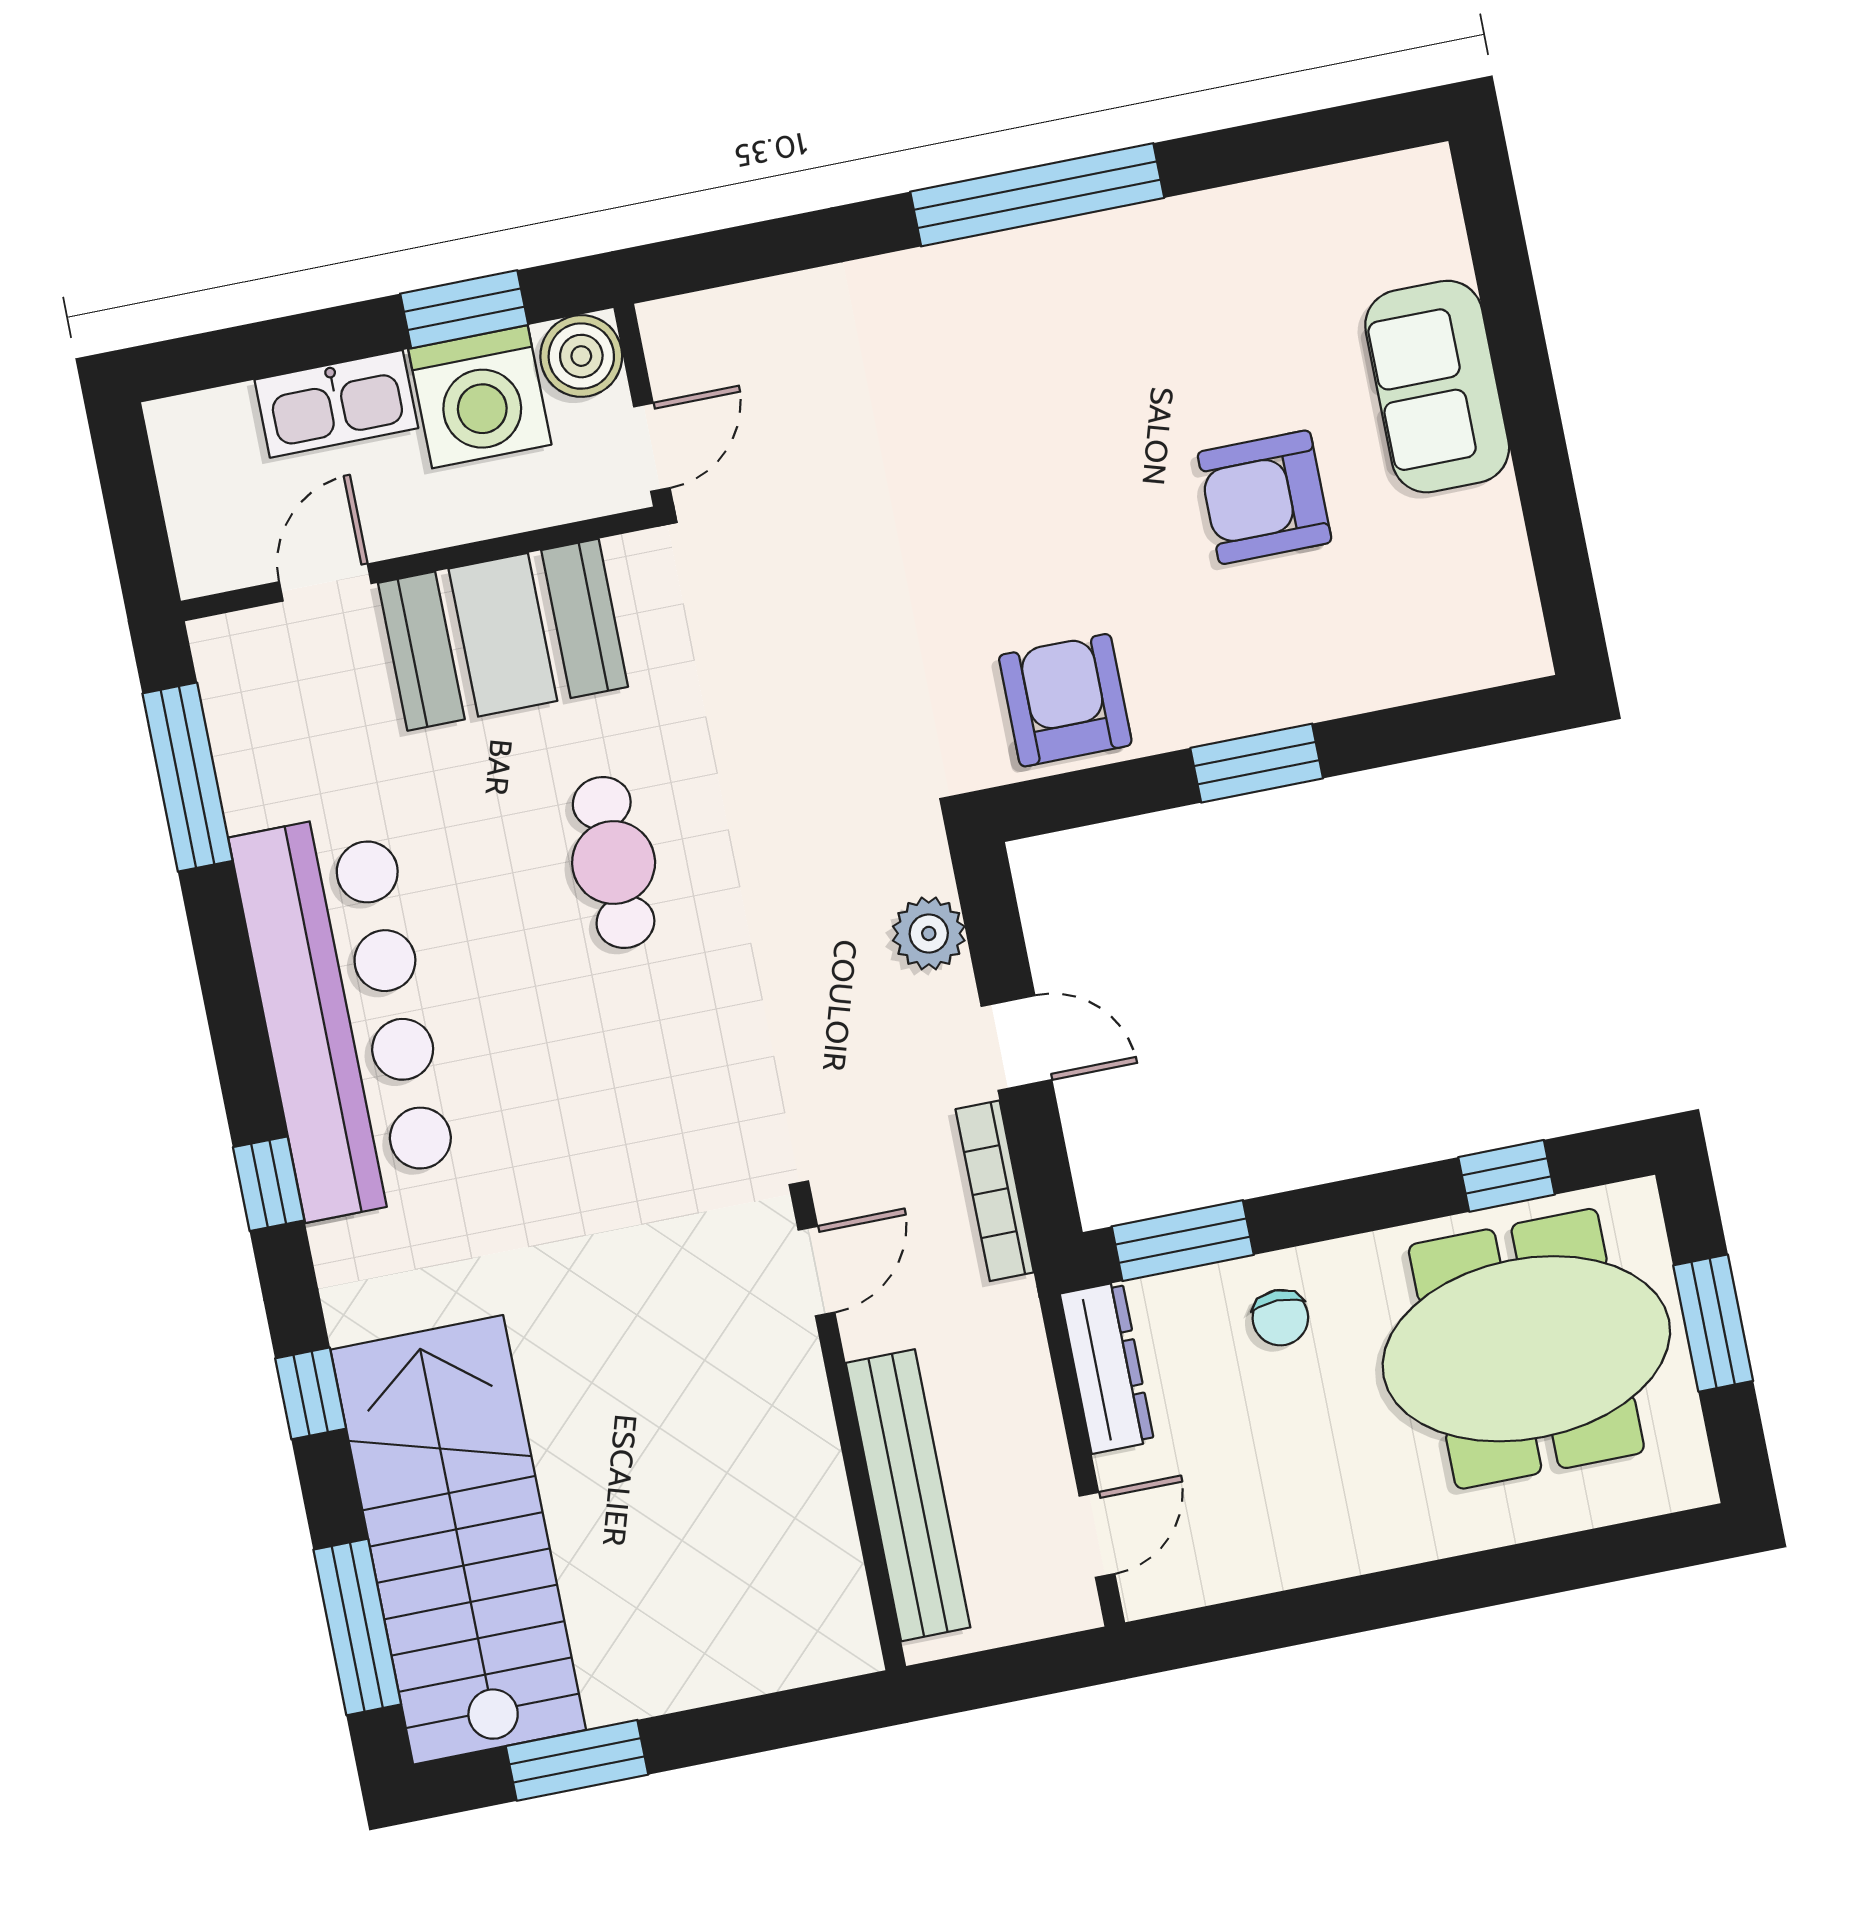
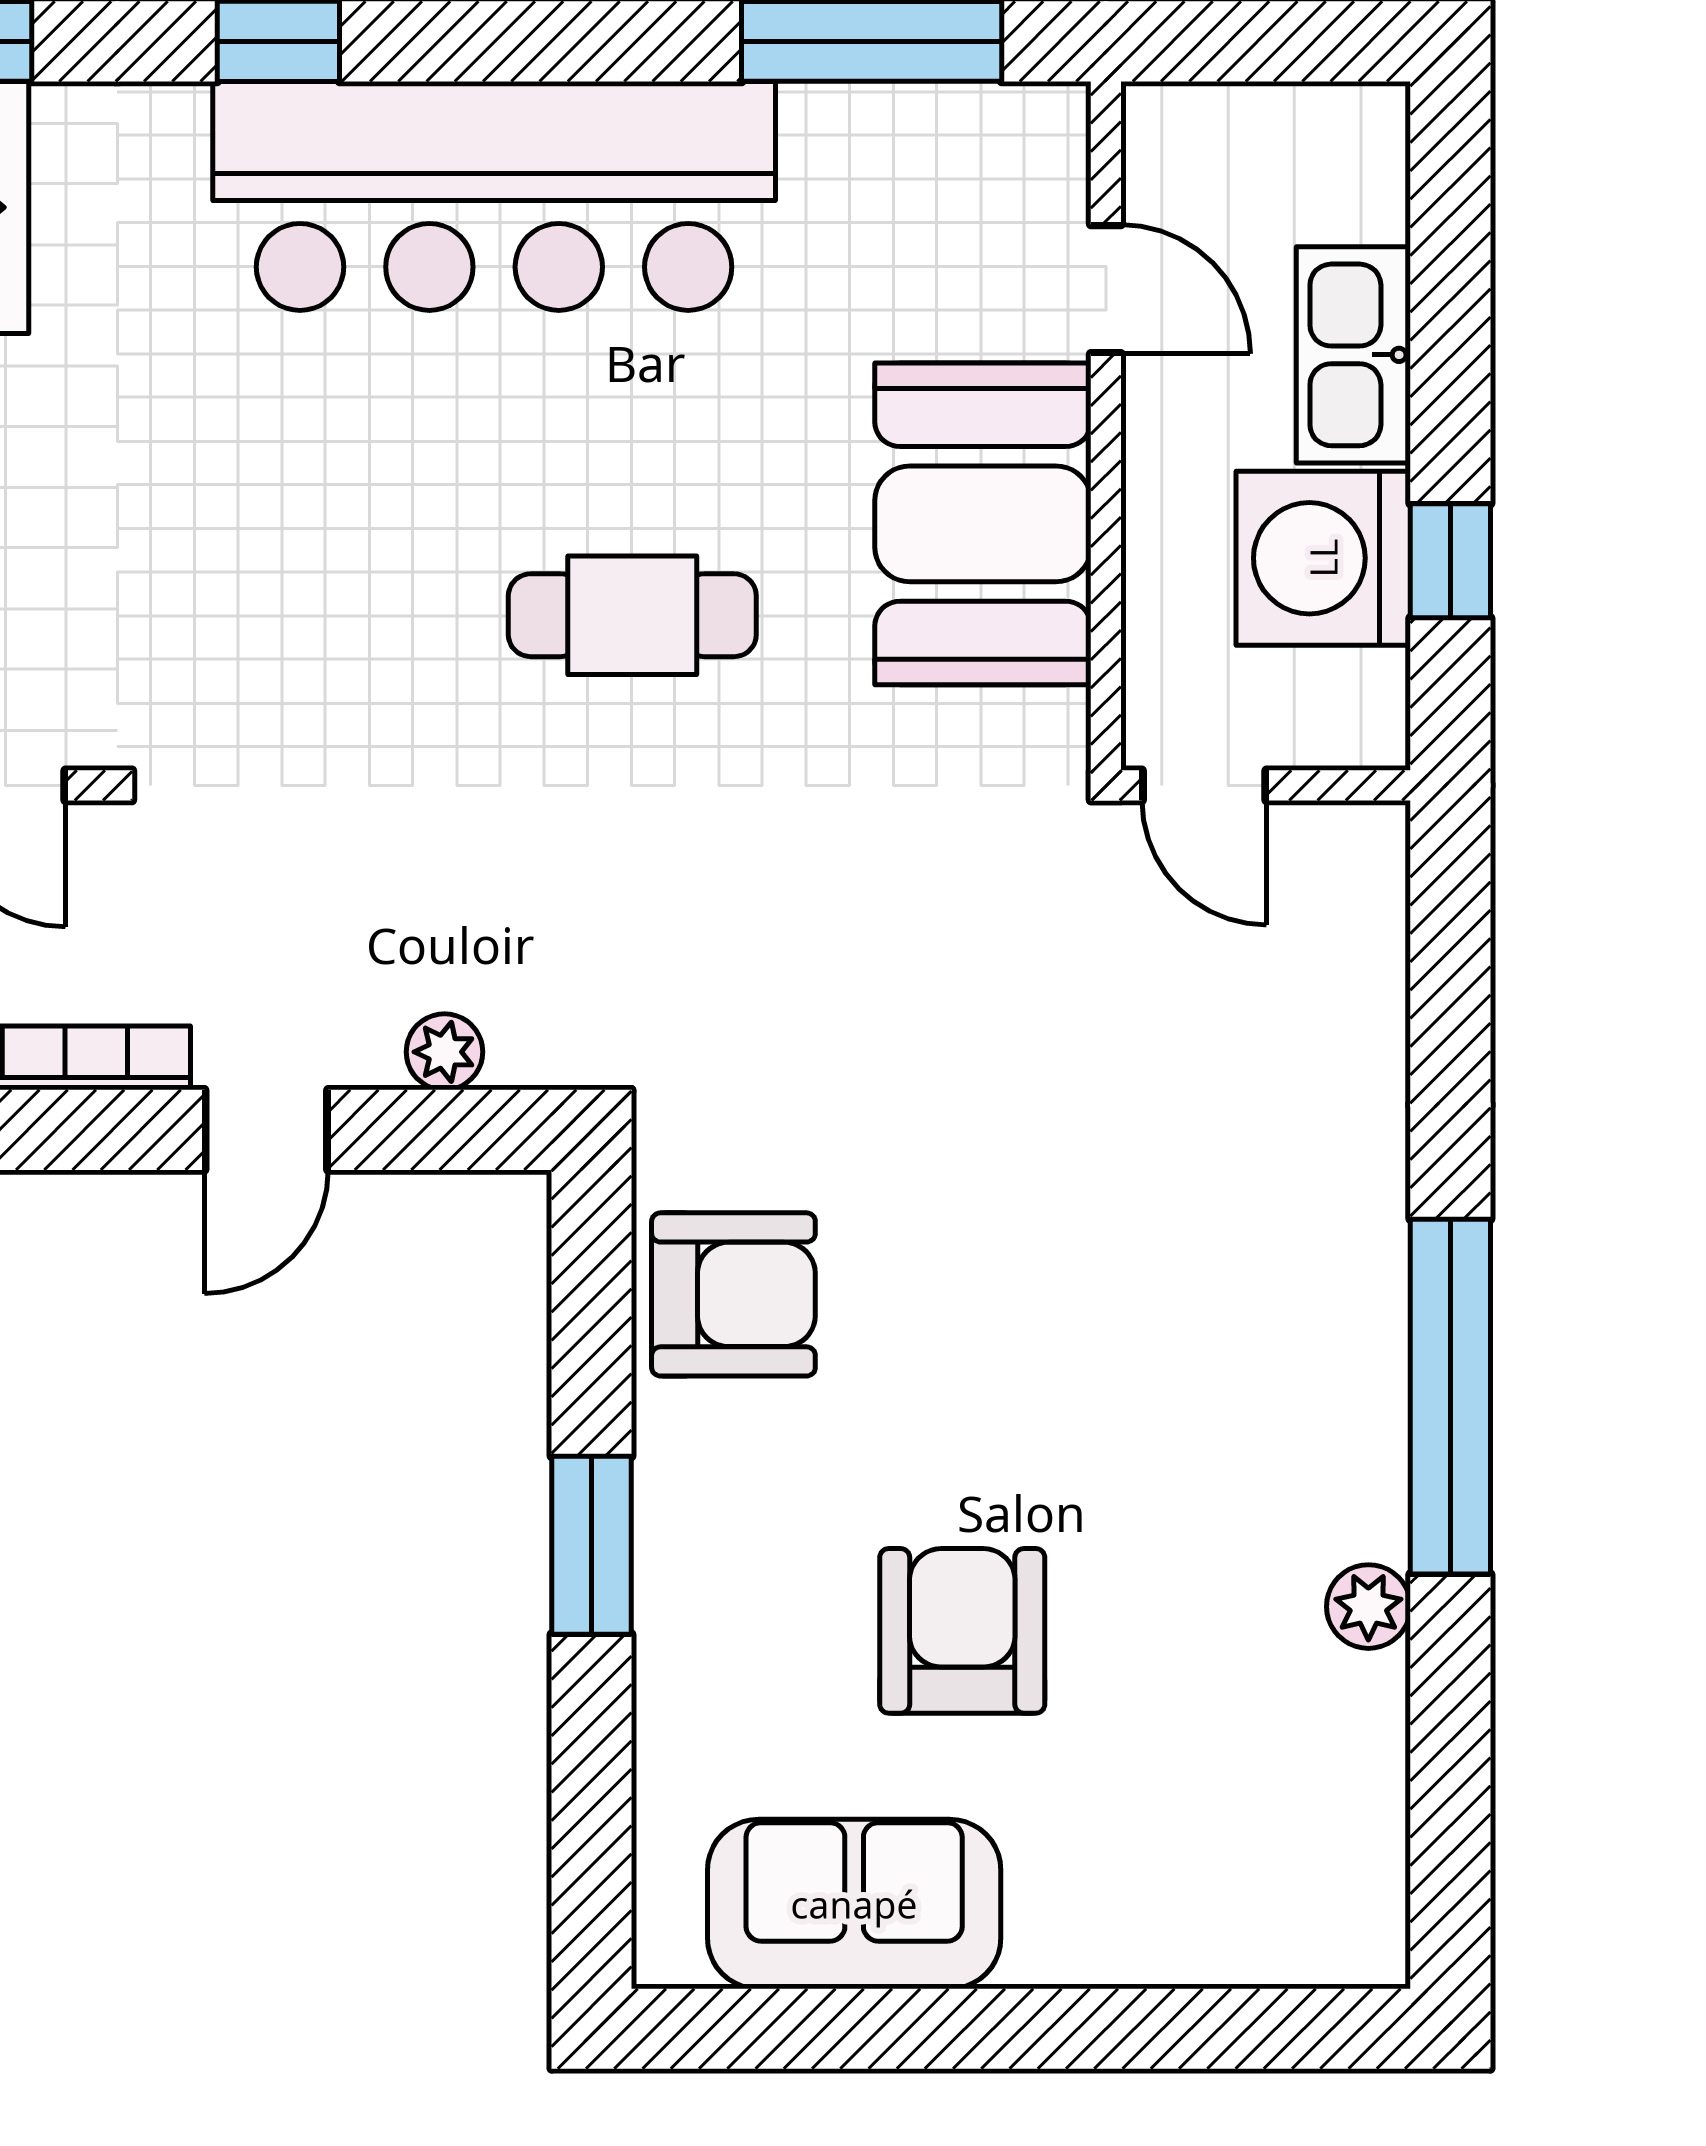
plant: (1192, 222) -> (1368, 1607), added
window: (464, 309) -> (1450, 561), width x0.67
boiler: (581, 356) -> (1352, 712), removed
sofa: (1437, 387) -> (854, 1904), moved
plant: (929, 933) -> (444, 1052), width x0.73, depth x0.73

